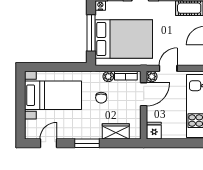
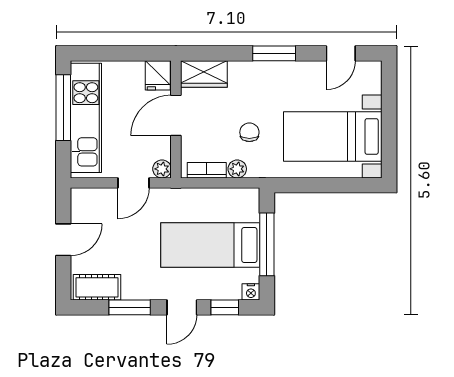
bed: (124, 39) -> (210, 245), width x0.67
door: (144, 94) -> (176, 115), moved
wardrobe: (116, 131) -> (204, 74), moved

